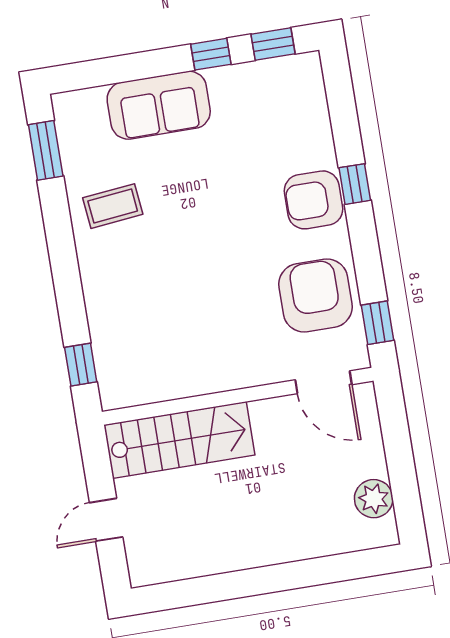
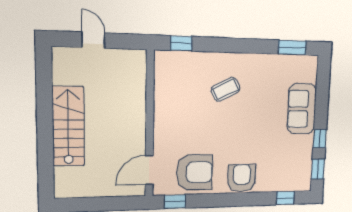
window: (355, 184) -> (285, 198), moved
coffee table: (113, 206) -> (225, 89), moved, turned 69
stairs: (179, 440) -> (68, 126), moved, turned 180
plant: (374, 499) -> (82, 188), removed

